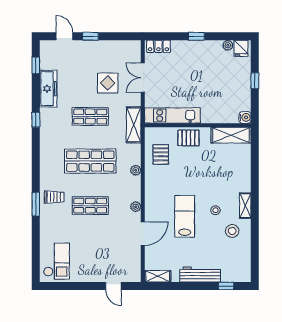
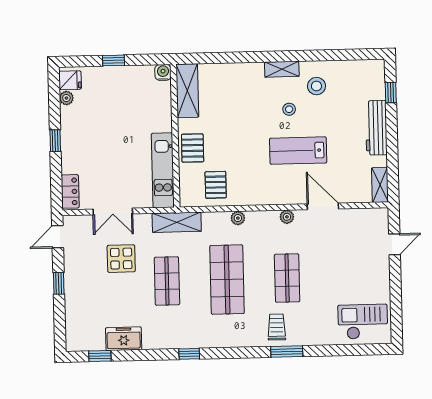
door: (64, 36) -> (58, 237), moved
freezer: (48, 89) -> (124, 339), width x0.71
window: (36, 120) -> (189, 354), moved
pallet: (161, 154) -> (216, 185), turned 90

